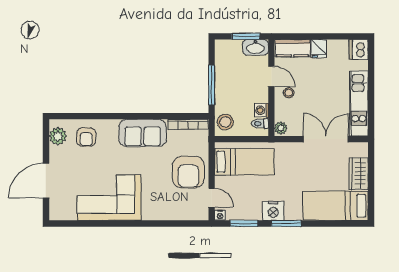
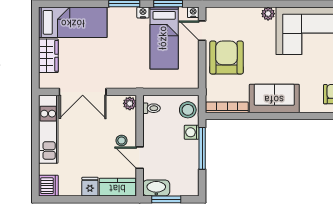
washing machine: (261, 110) -> (192, 132), moved, turned 180
bed: (244, 162) -> (164, 38), moved, turned -90
nightstand: (273, 211) -> (143, 13), width x0.53, depth x0.56
plant: (149, 214) -> (268, 14), added

